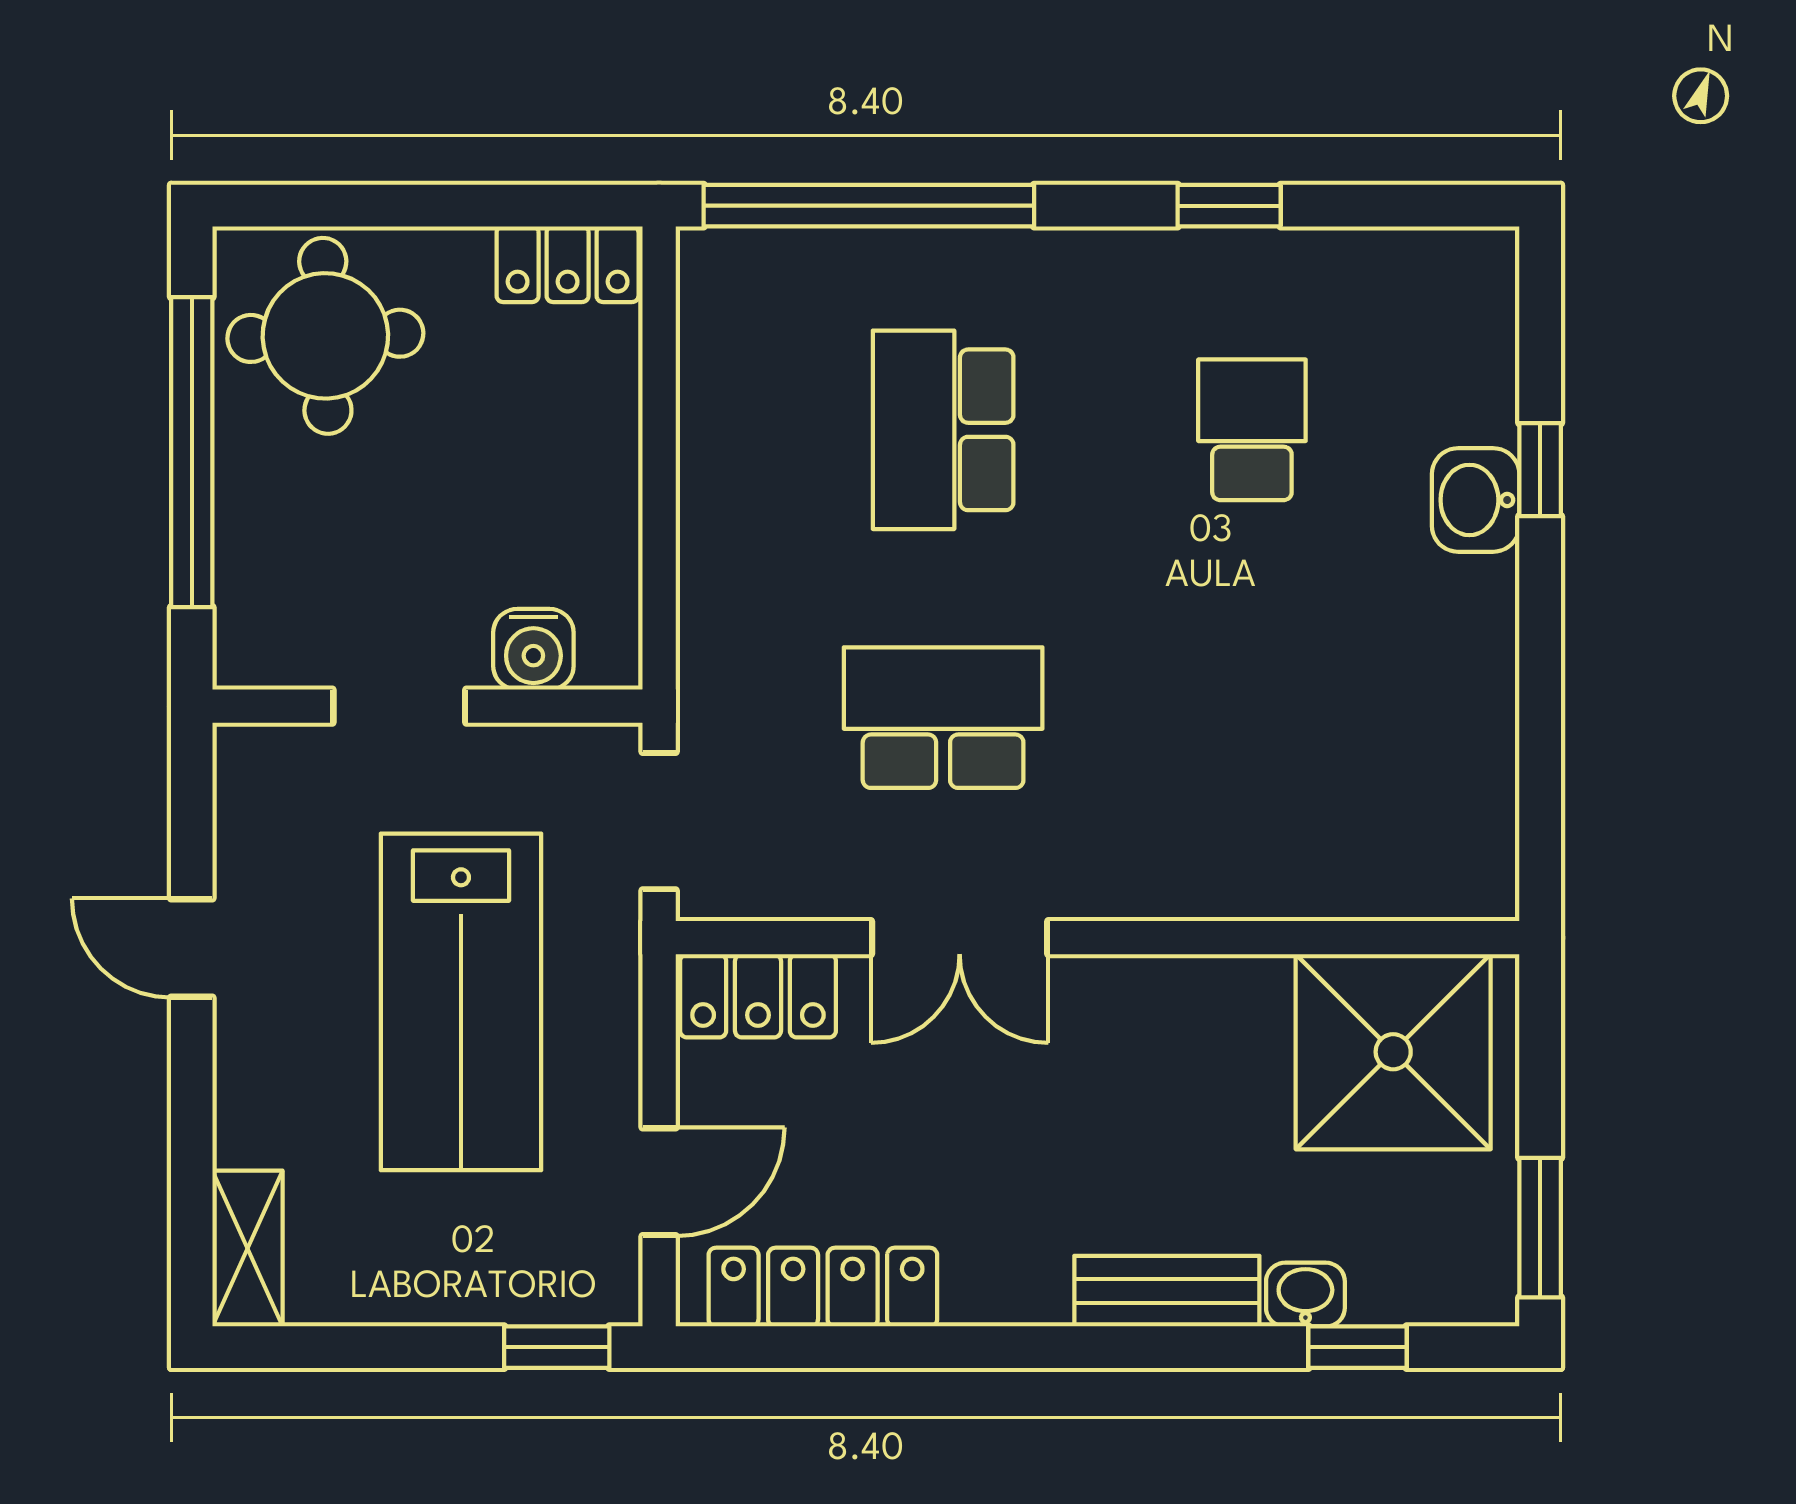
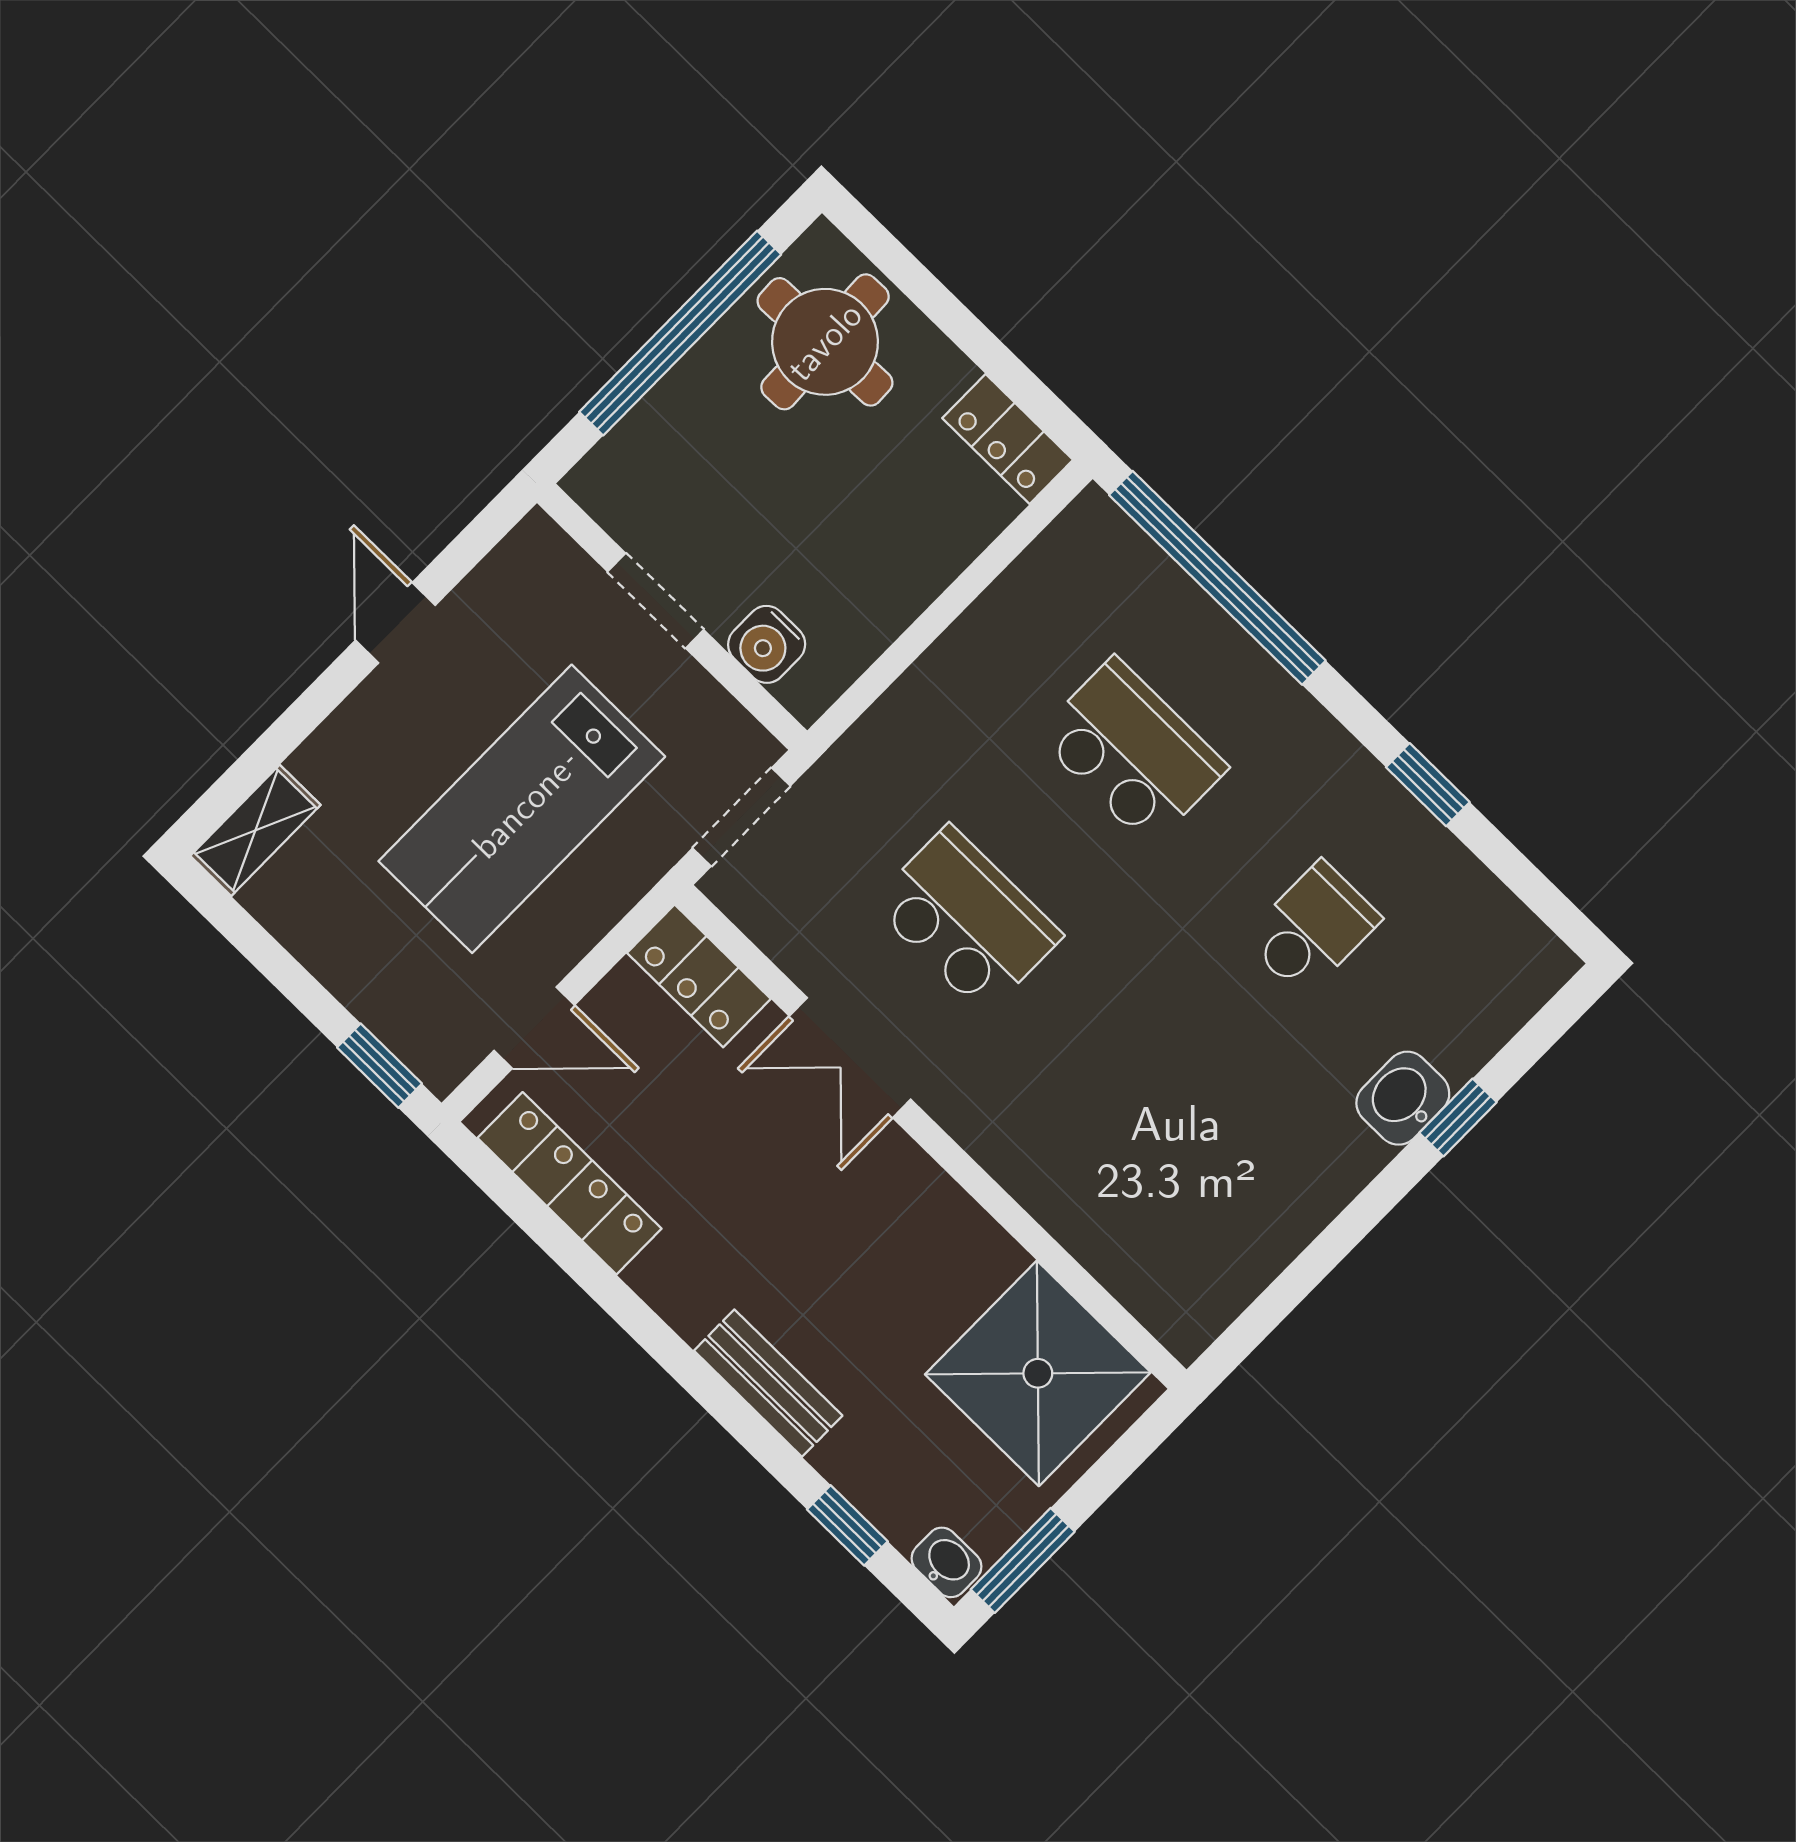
school desk: (943, 430) -> (1132, 751), turned 90
washbasin: (1305, 1295) -> (946, 1562), moved

